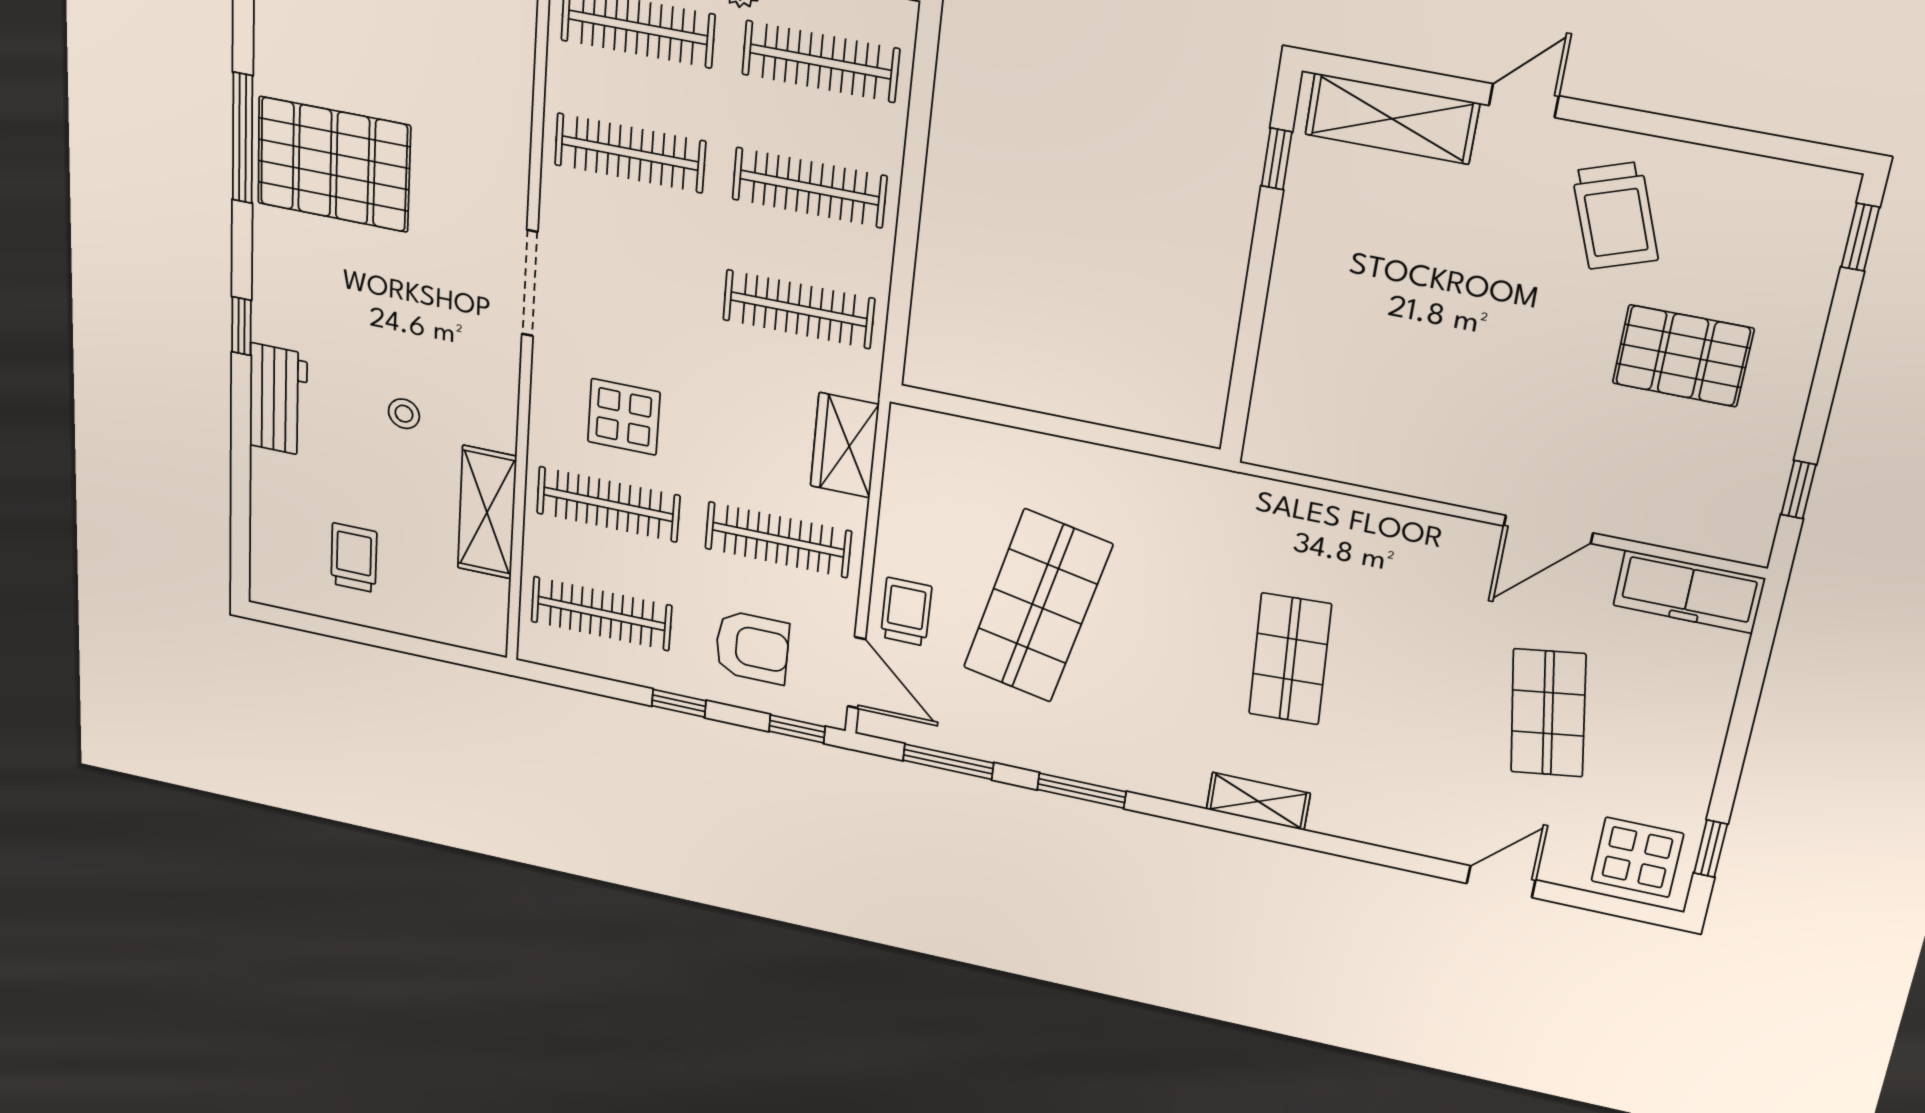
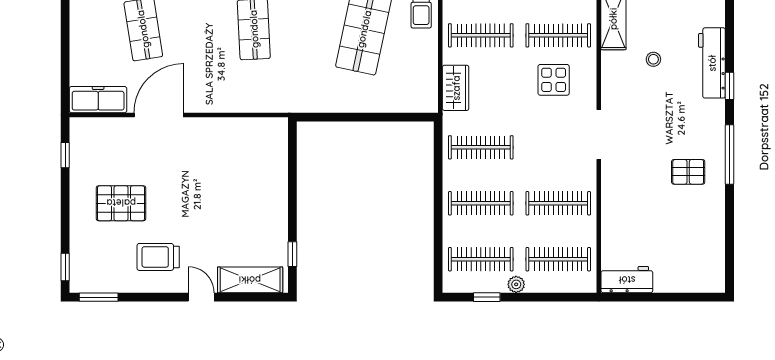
door: (1524, 101) -> (201, 297), swing flipped
window: (243, 138) -> (729, 155), moved
window: (1790, 149) -> (99, 297), added
pallet: (334, 164) -> (688, 172), width x0.49, depth x0.50
trolley: (1615, 216) -> (158, 257), turned -70
workbench: (278, 400) -> (712, 63), width x1.38
door: (1548, 529) -> (159, 115), width x1.36

